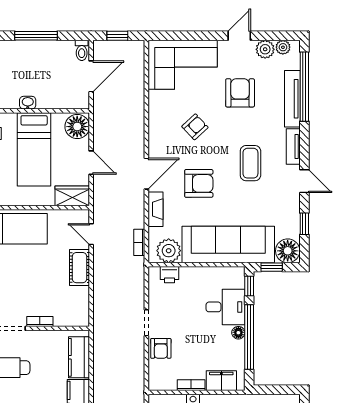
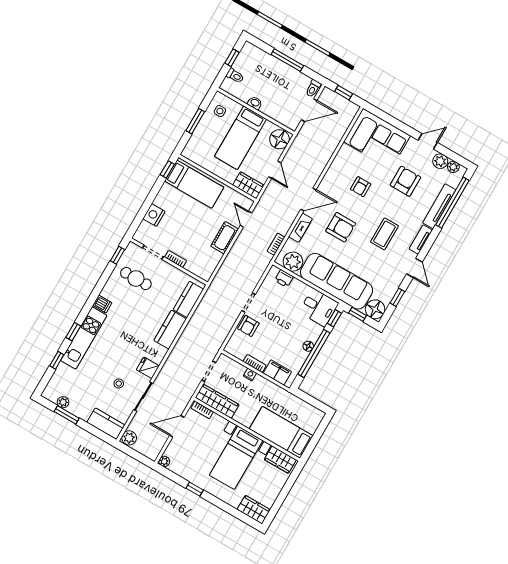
armchair: (195, 127) -> (361, 187), turned 133
desk: (225, 307) -> (319, 308), moved

